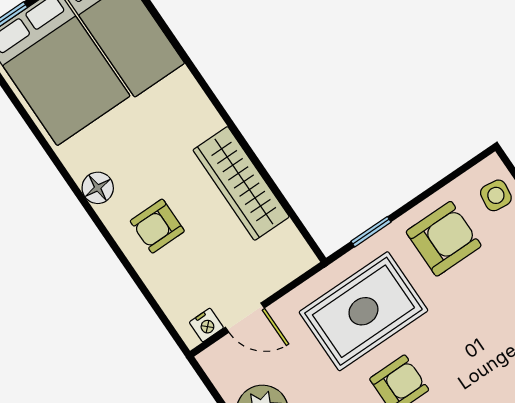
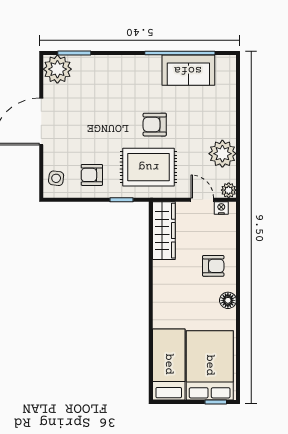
wardrobe: (241, 183) -> (164, 231), moved
armchair: (444, 239) -> (92, 175), width x0.72, depth x0.72
plant: (214, 360) -> (229, 190), added

